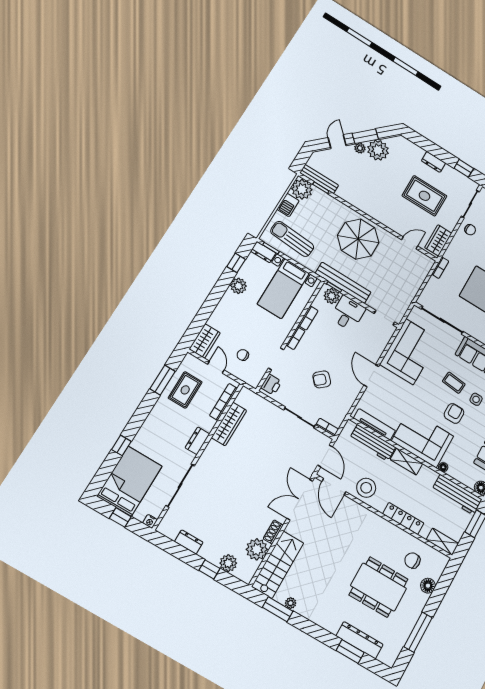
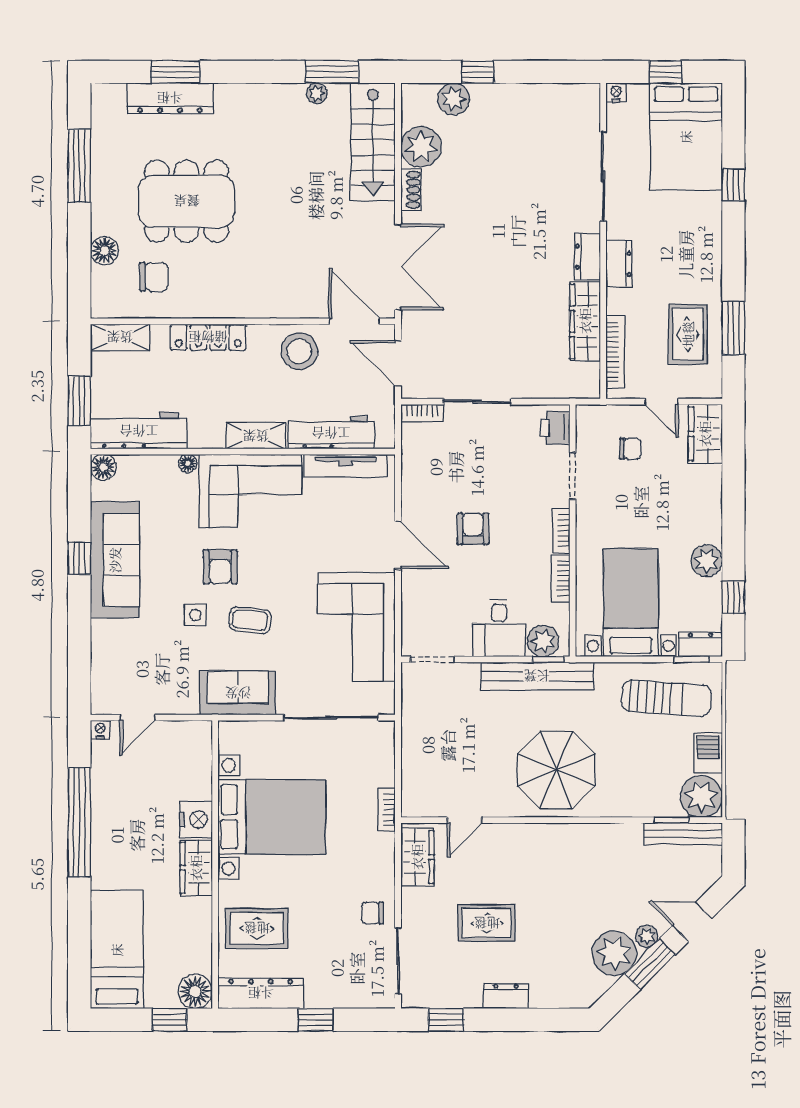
door: (337, 142) -> (692, 922), swing flipped
rug: (424, 196) -> (487, 923), width x0.73, depth x0.70
armchair: (322, 379) -> (473, 529), moved, turned -48
dresser: (189, 542) -> (587, 257), moved, turned 90

